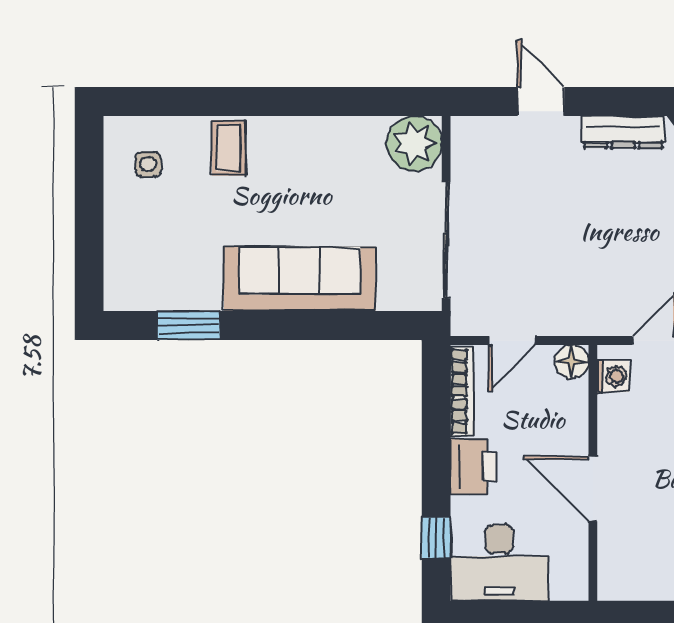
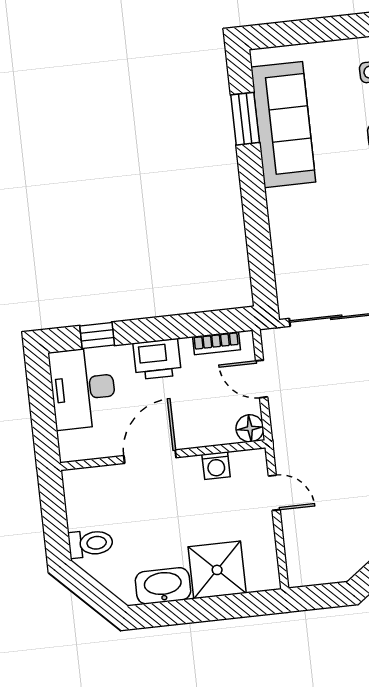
sofa: (300, 279) -> (283, 125), moved
washing machine: (613, 376) -> (216, 466), moved
bookcase: (462, 391) -> (216, 343), width x0.64

